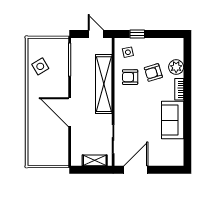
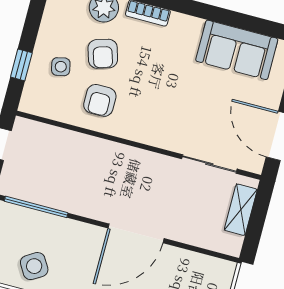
side table: (128, 52) -> (61, 67), moved
shelving: (104, 84) -> (100, 154), removed
sofa: (173, 120) -> (237, 50), moved

